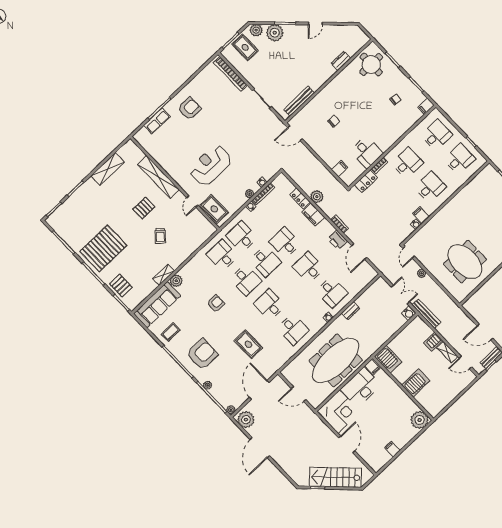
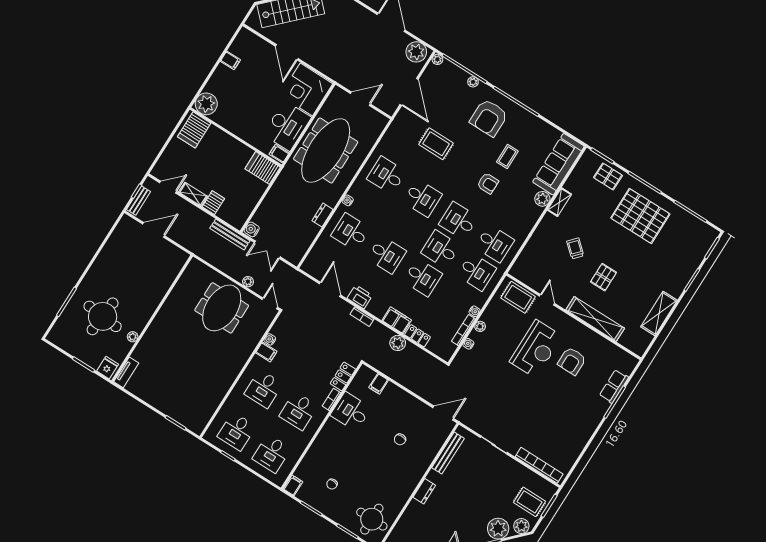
dresser: (341, 61) -> (424, 491), moved
armchair: (189, 109) -> (572, 361), moved
pallet: (103, 248) -> (640, 216), turned 90
meeting table: (465, 262) -> (222, 308), moved, turned 90
armchair: (216, 303) -> (488, 183), turned -90
coffee table: (171, 332) -> (507, 157), moved
server rack: (416, 383) -> (194, 130), moved

